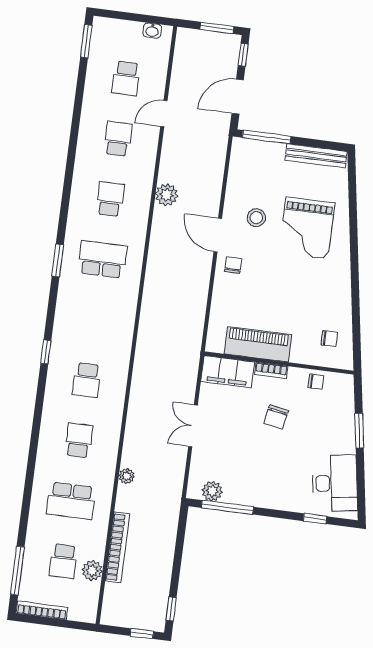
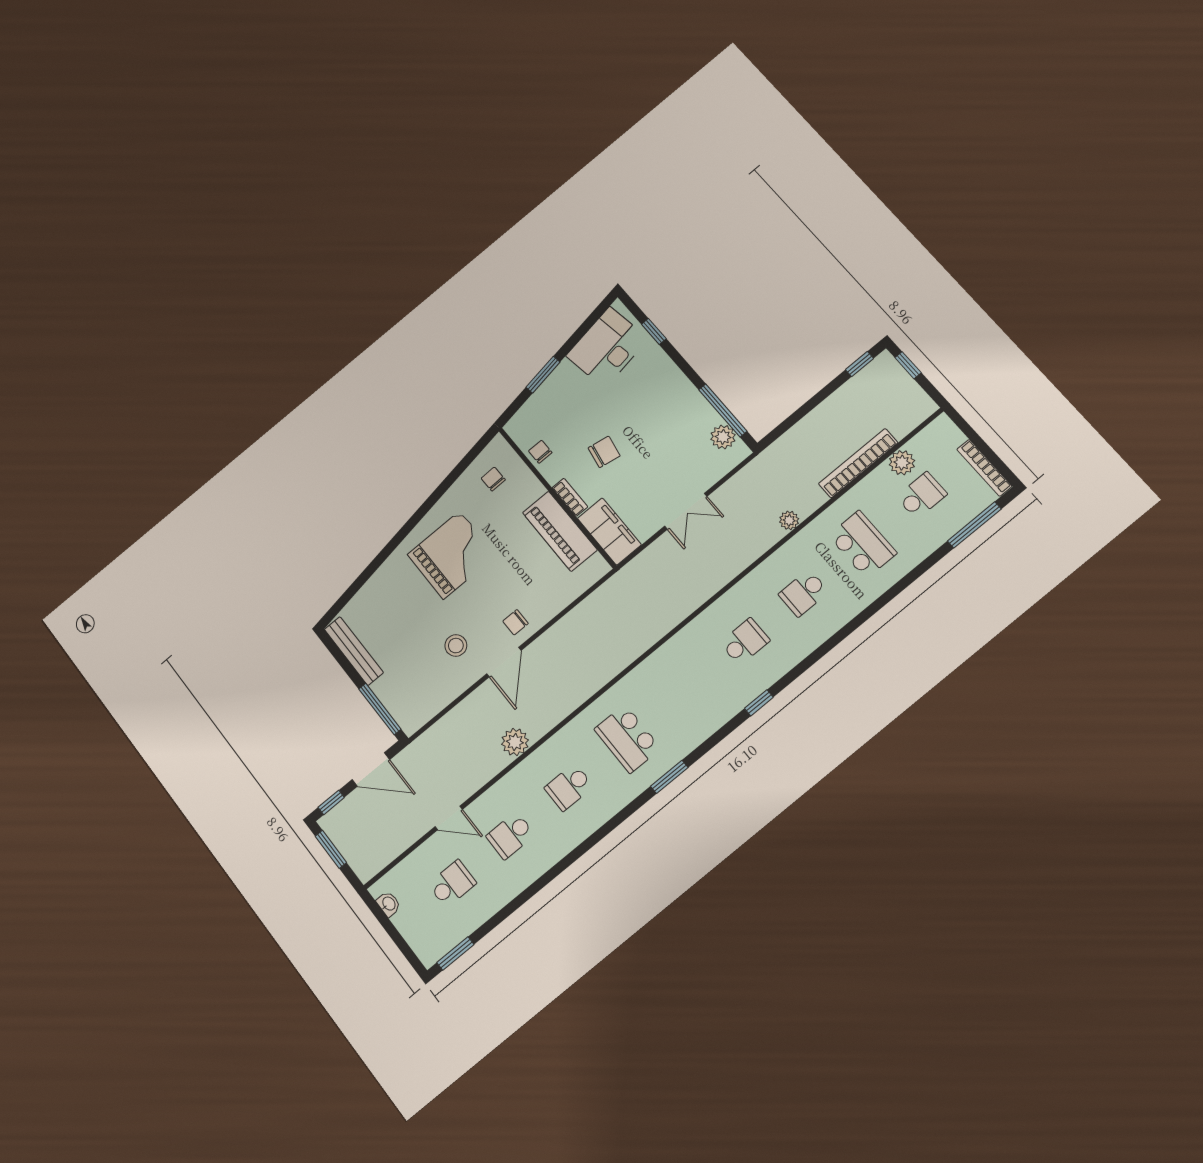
grand piano: (307, 228) -> (452, 555), moved

